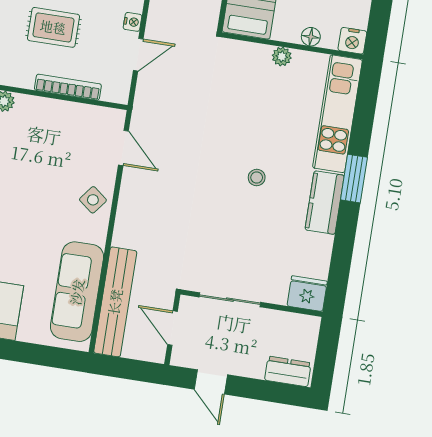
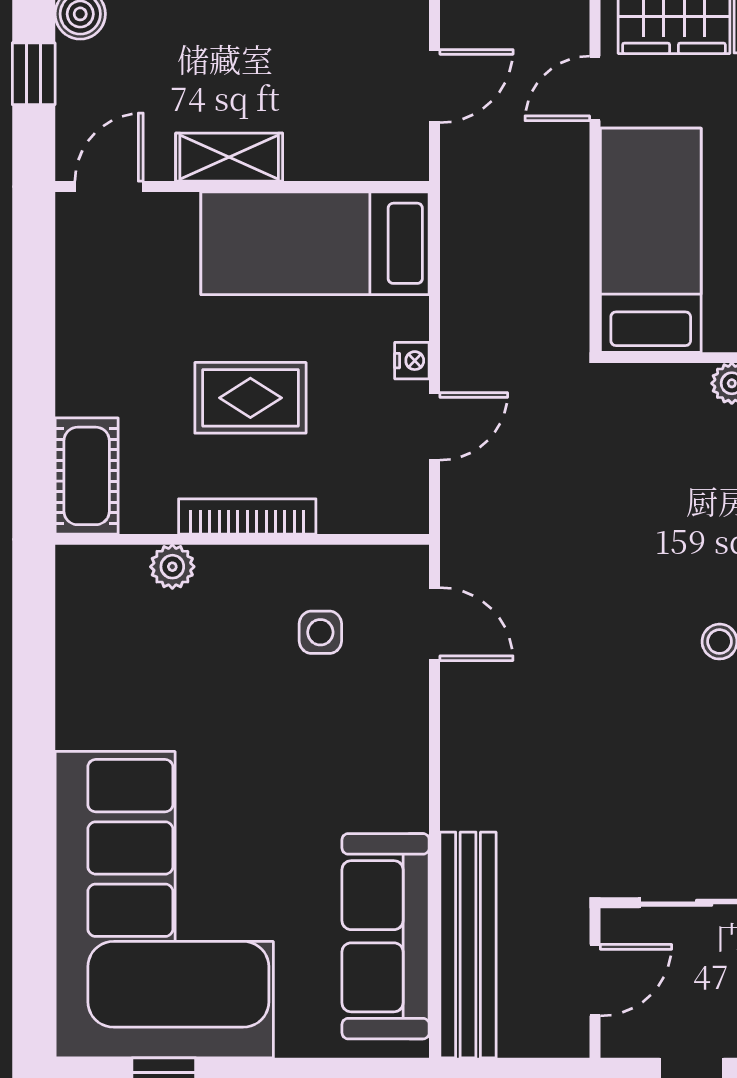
bookcase: (68, 87) -> (247, 516), moved
side table: (93, 200) -> (320, 632), moved, turned -38
door: (173, 328) -> (595, 980), swing flipped

